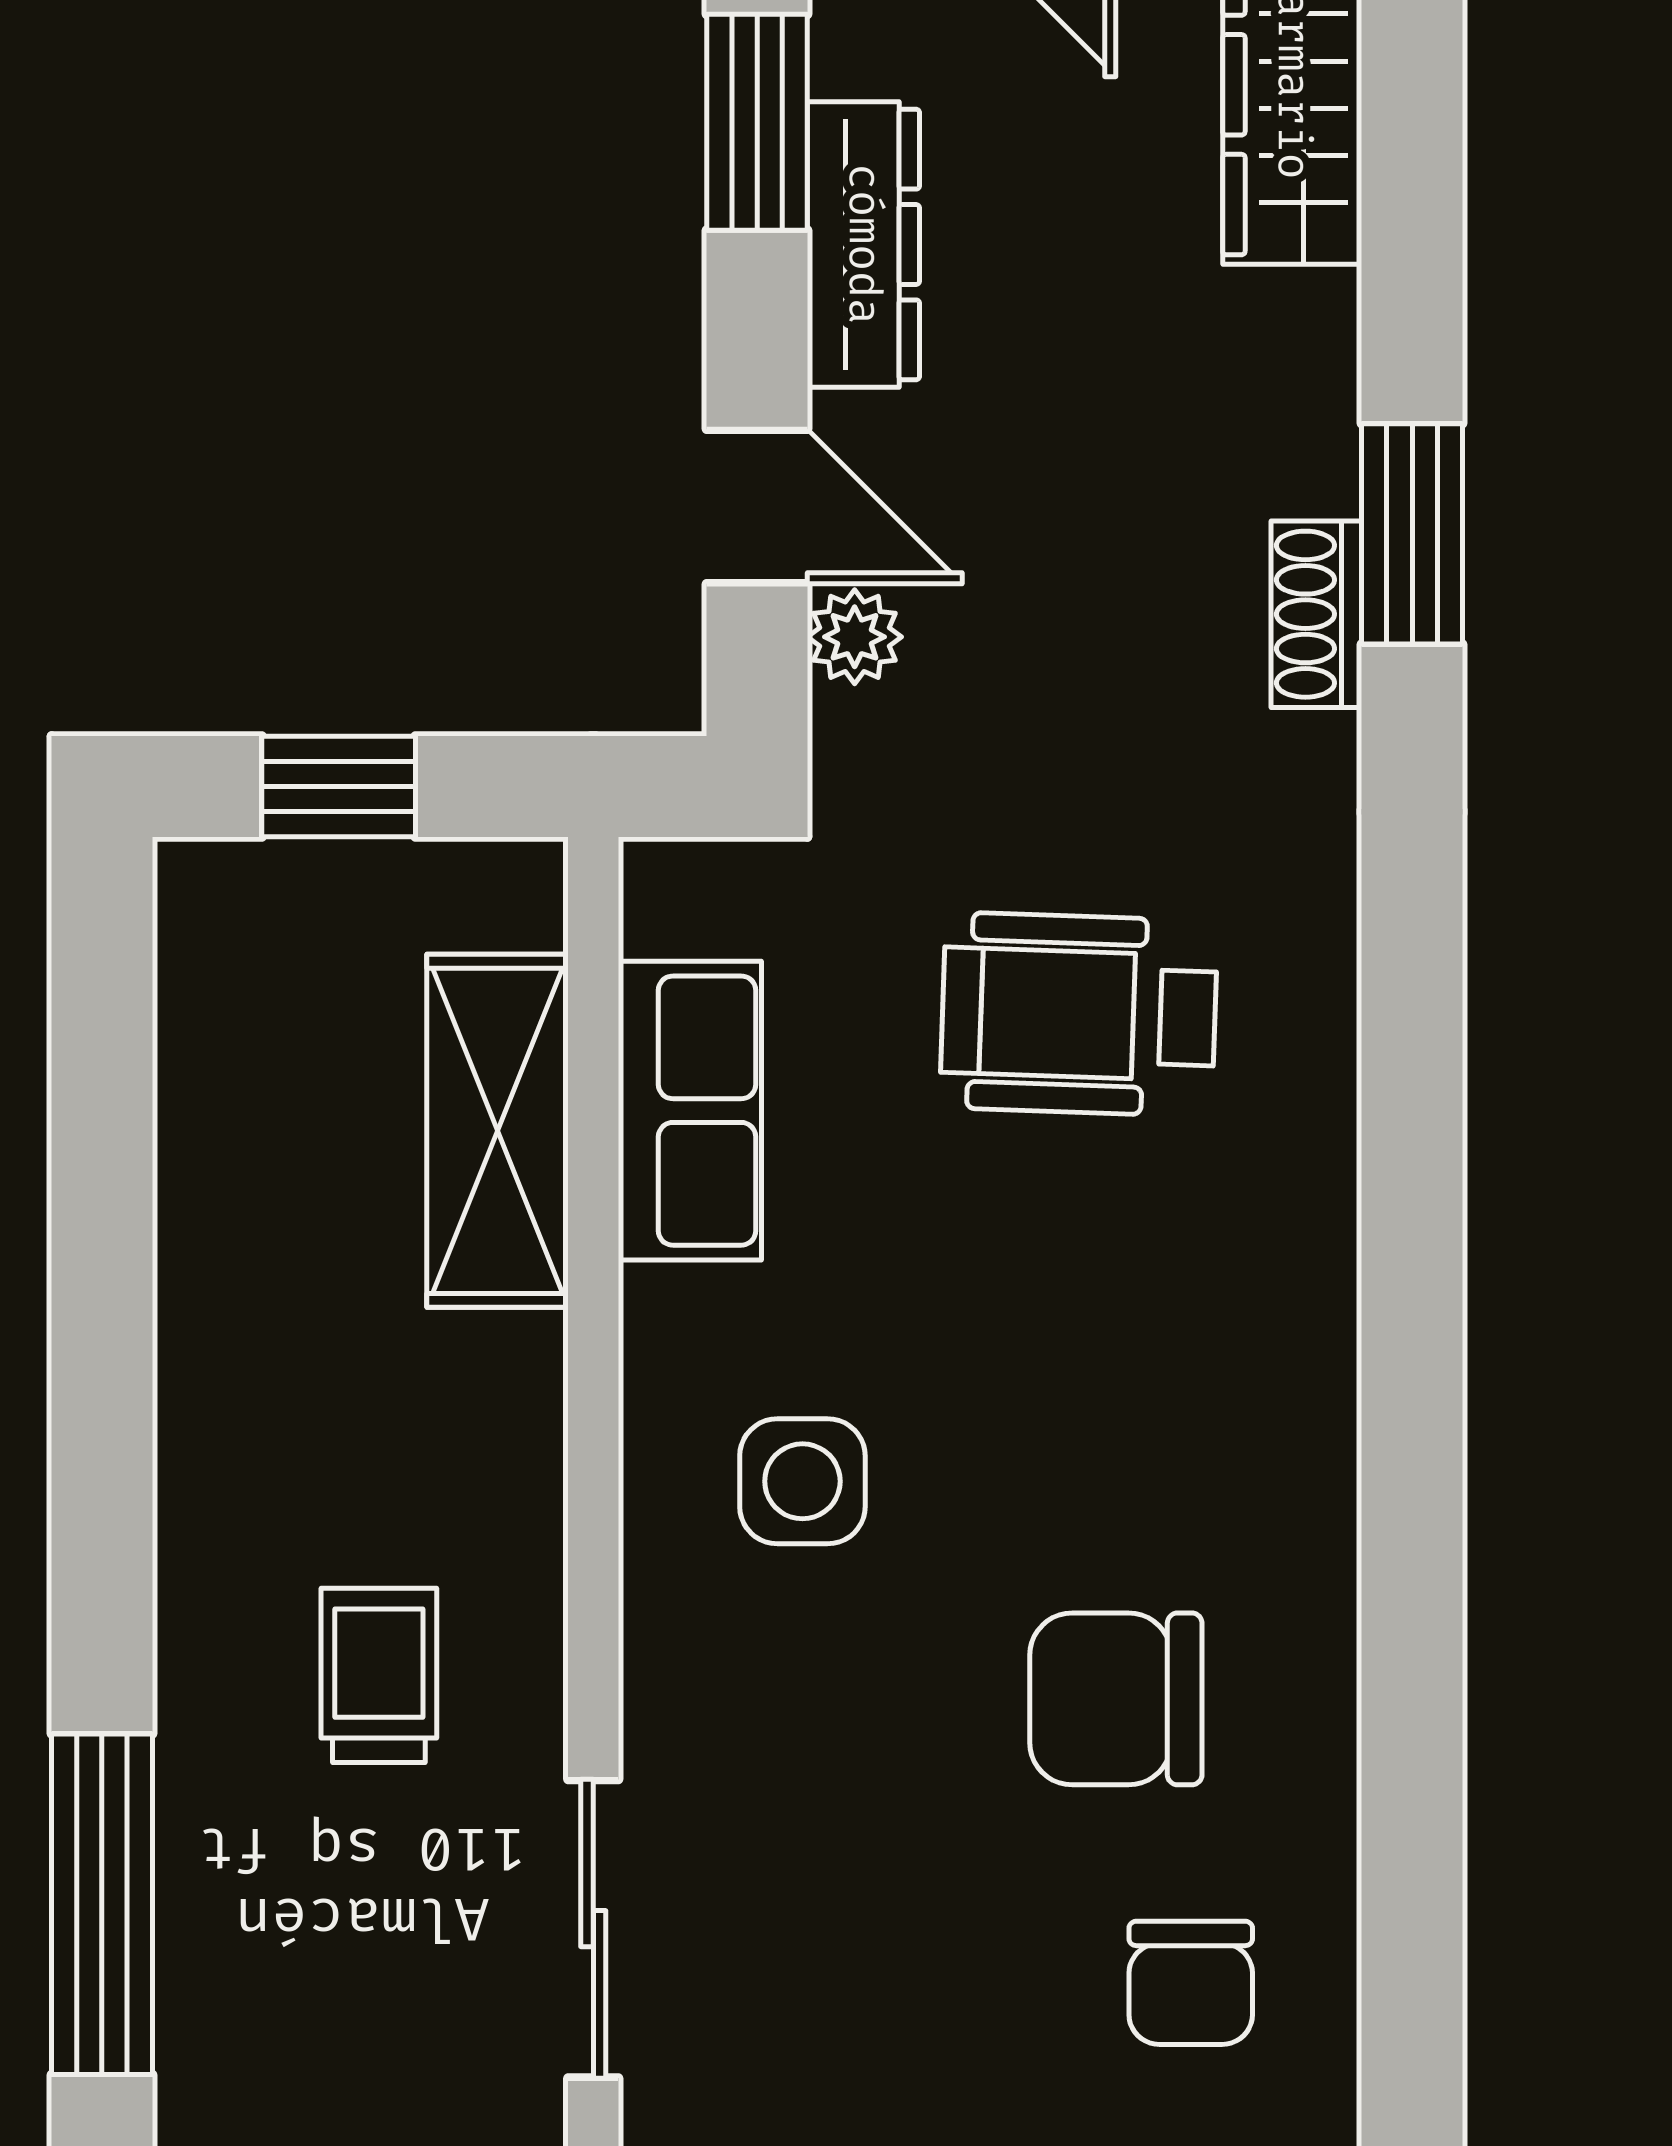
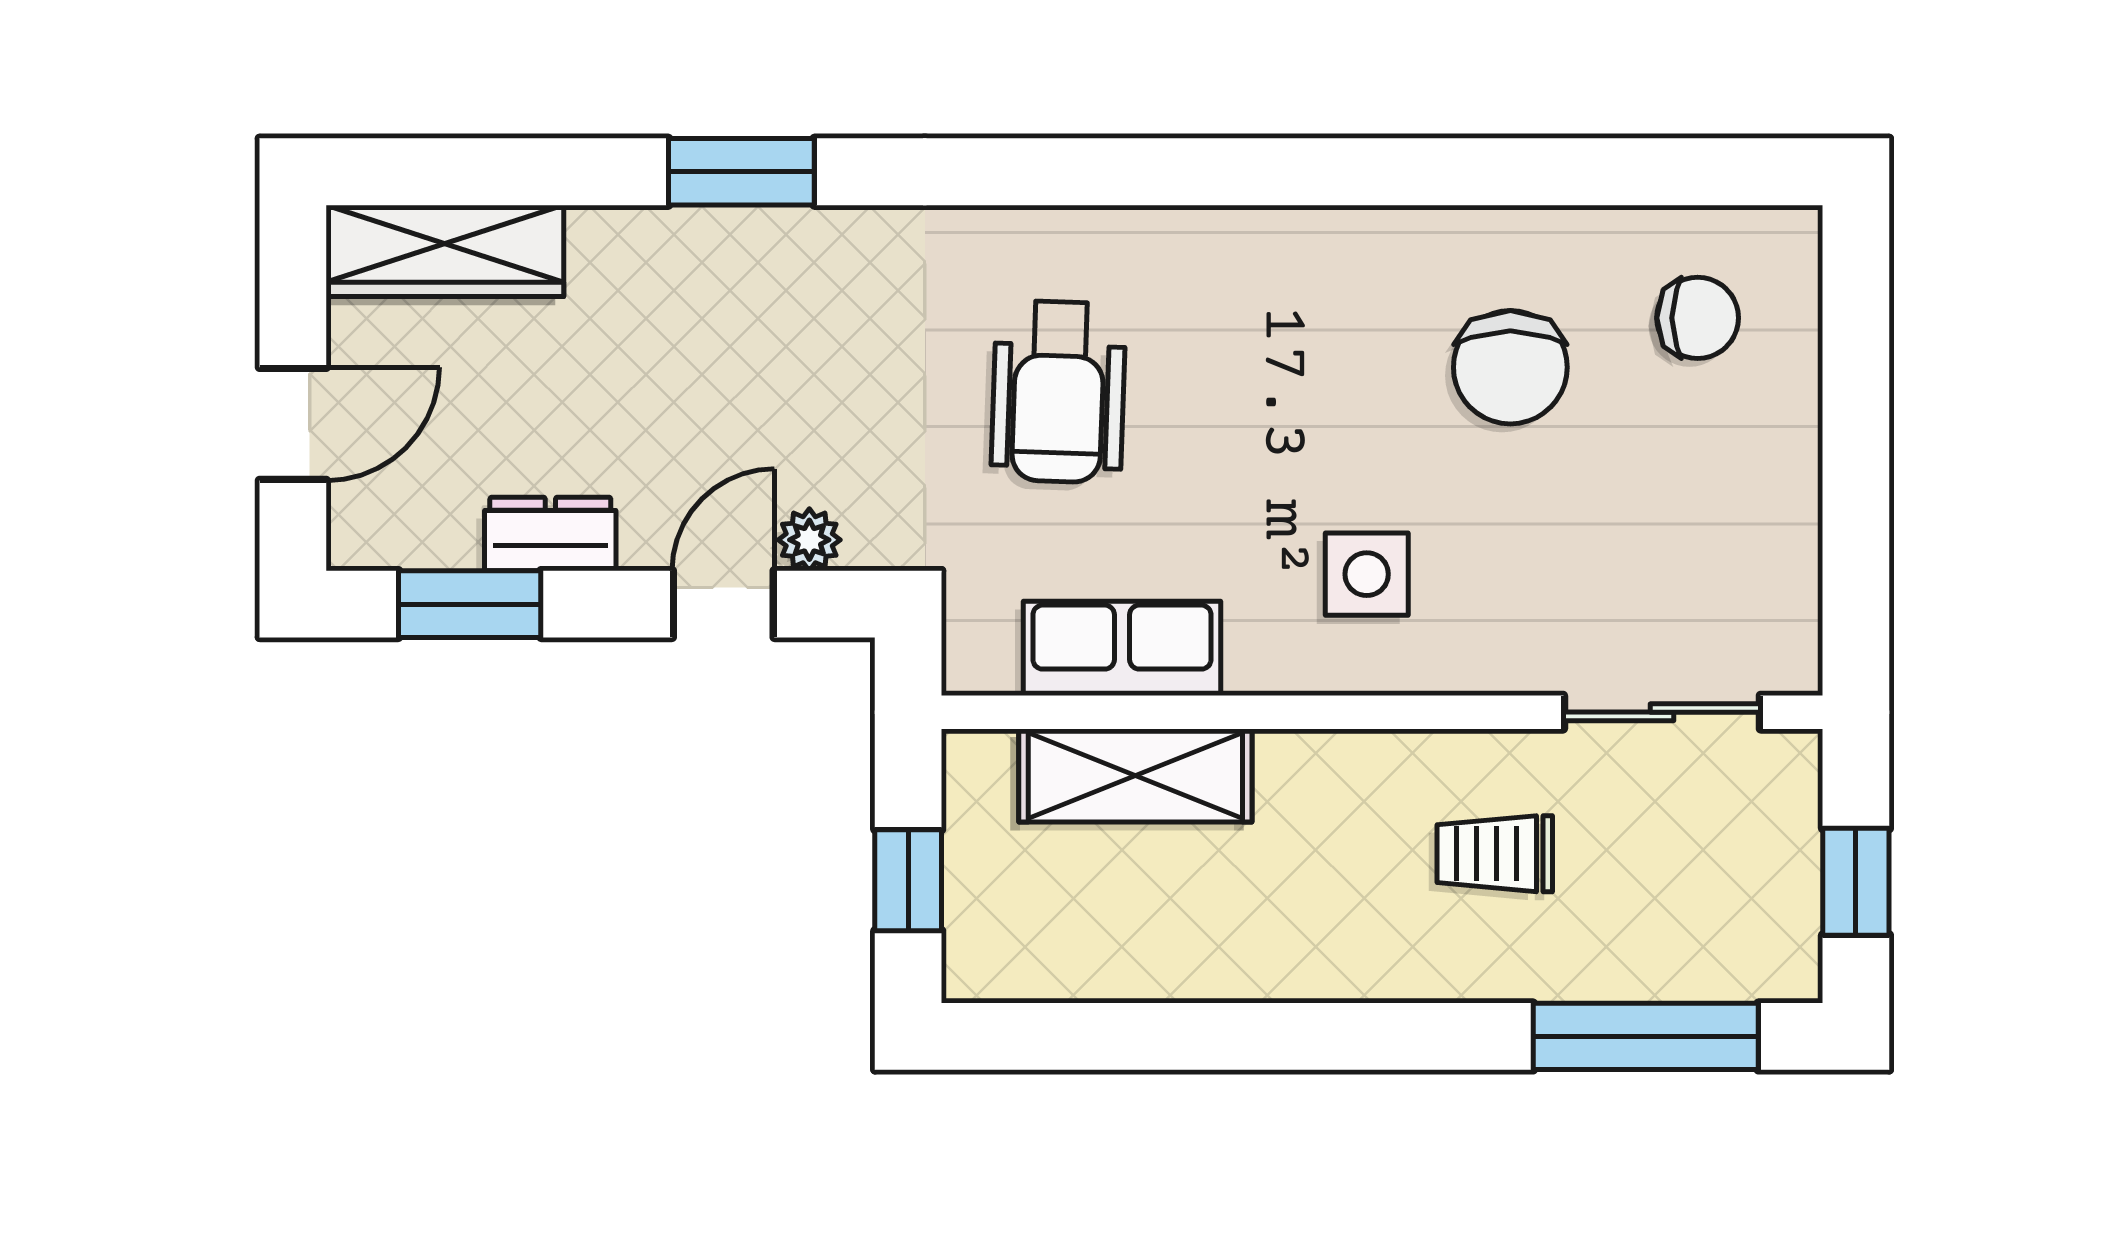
dresser: (863, 244) -> (550, 534), width x0.70
shoe rack: (1316, 614) -> (794, 235), removed

